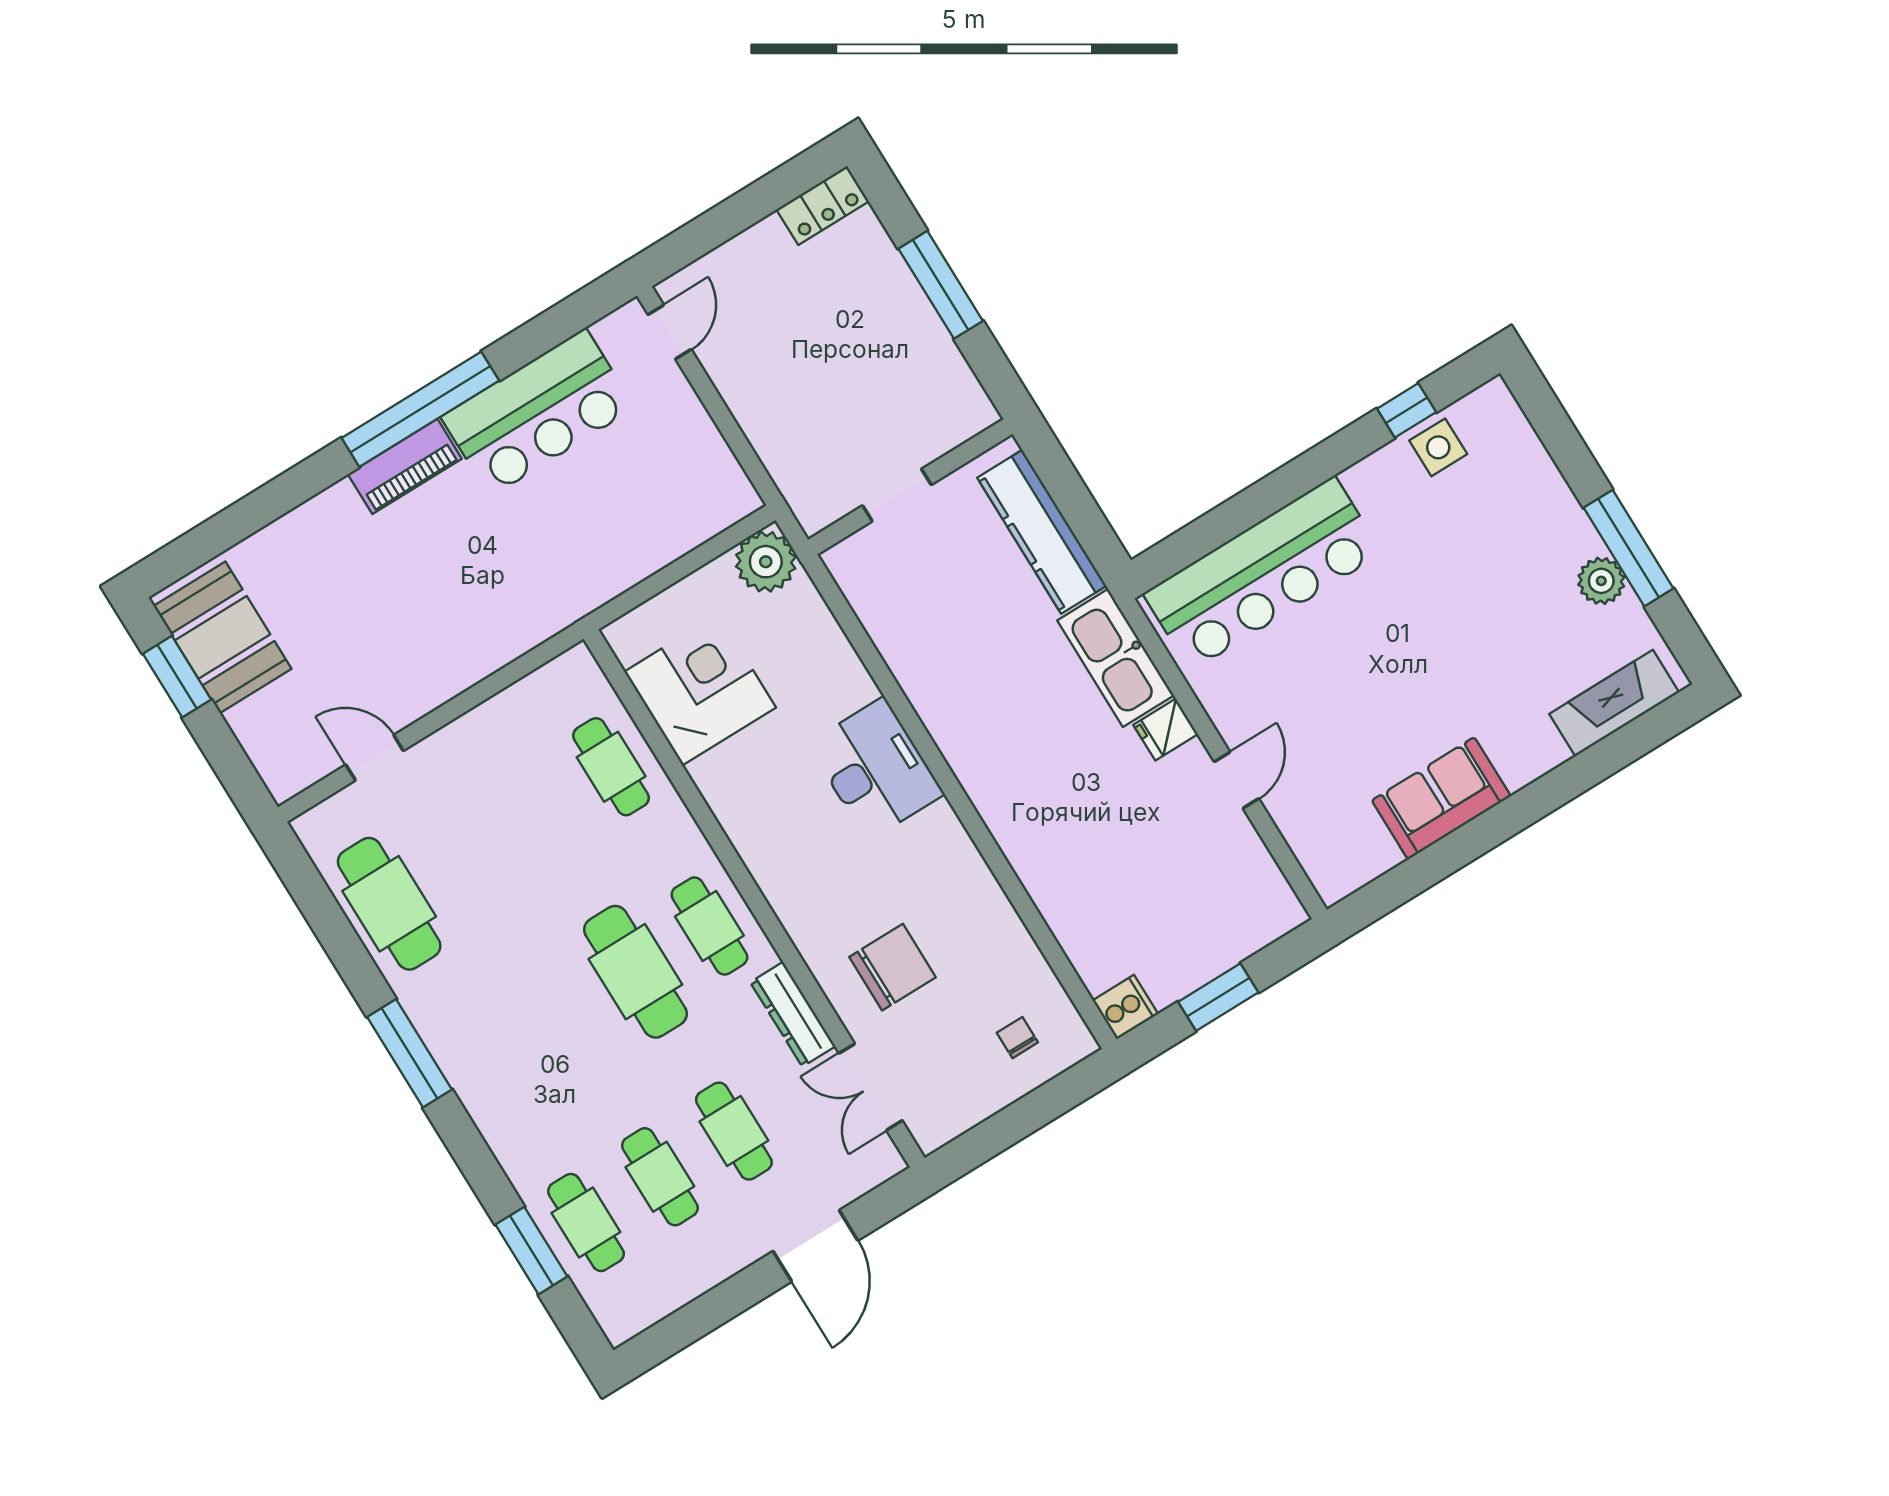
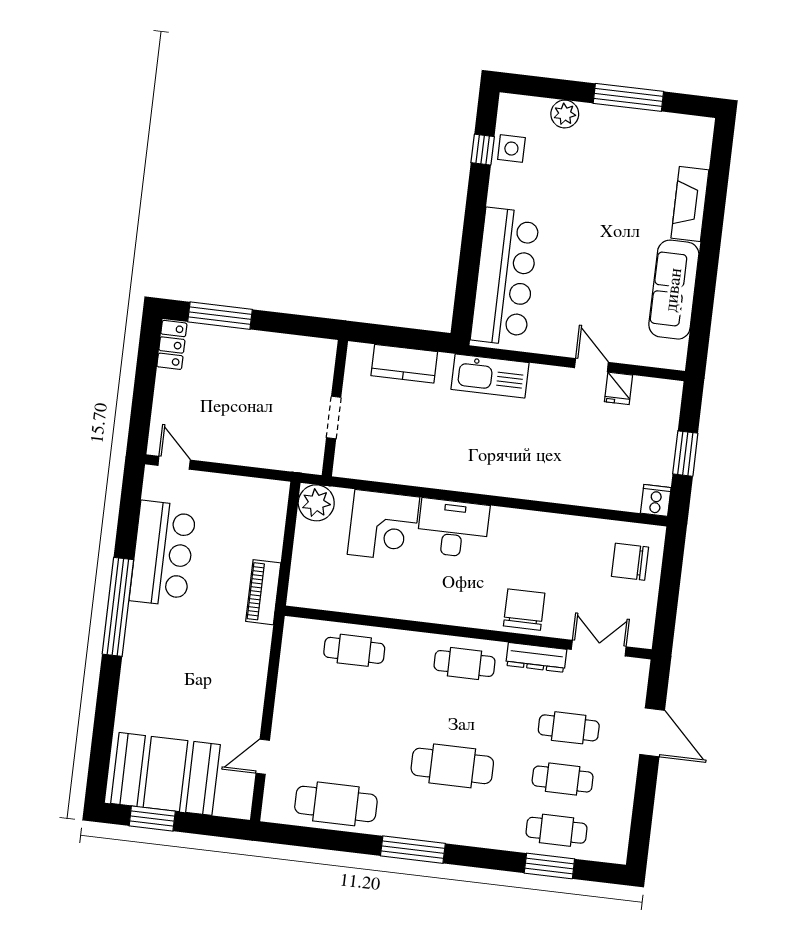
window: (941, 285) -> (220, 316), moved
piano: (405, 466) -> (263, 592), moved, turned 180
kitchen counter: (1042, 532) -> (404, 364), width x0.67
plant: (1601, 581) -> (565, 114), moved
booth: (223, 637) -> (165, 774), width x1.36, depth x1.42
corner desk: (700, 690) -> (384, 526), moved, turned 180
fireplace: (1614, 703) -> (690, 204), moved
fridge: (1166, 730) -> (619, 388), moved
sofa: (1441, 798) -> (674, 290), width x1.36
chair: (892, 967) -> (524, 610), moved
cafe table: (635, 972) -> (452, 766), moved
chair: (1017, 1038) -> (630, 562), width x1.87, depth x1.87
double door: (871, 1087) -> (599, 648), swing flipped

